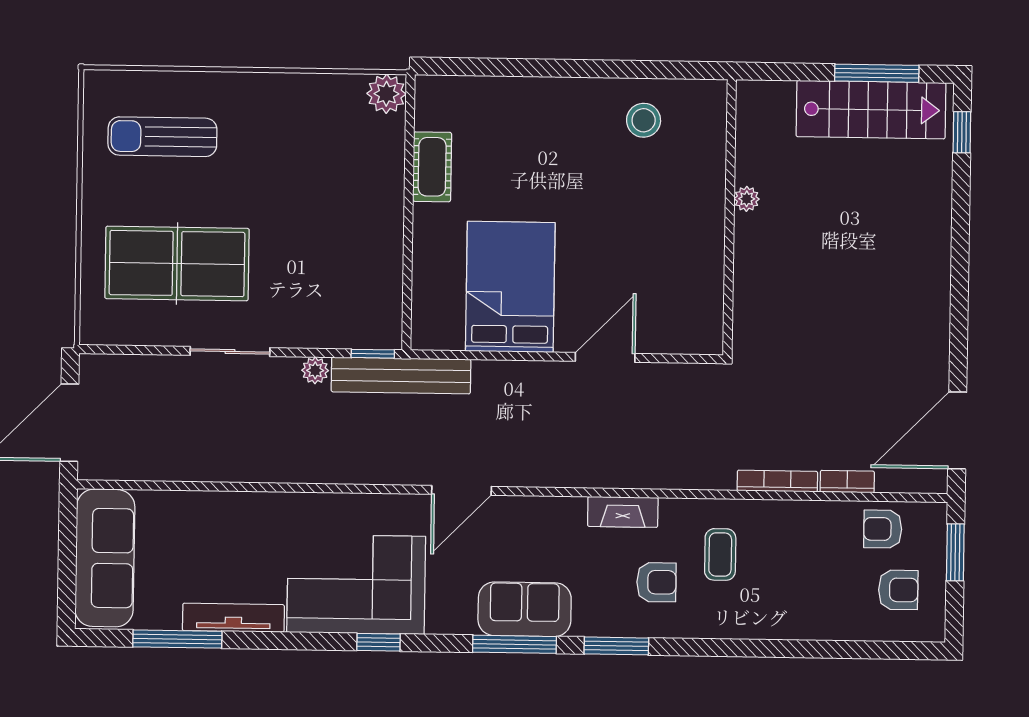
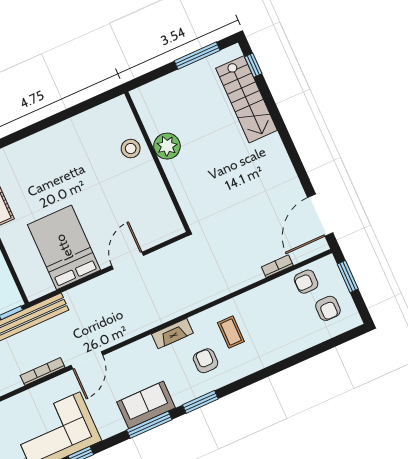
stairs: (871, 110) -> (246, 99), moved, turned 90
stool: (644, 120) -> (131, 149), moved
plant: (747, 199) -> (167, 146), width x1.88, depth x1.88
bookcase: (777, 481) -> (43, 371), moved
armchair: (656, 582) -> (206, 361), turned -90
armchair: (898, 590) -> (328, 308), turned 90

